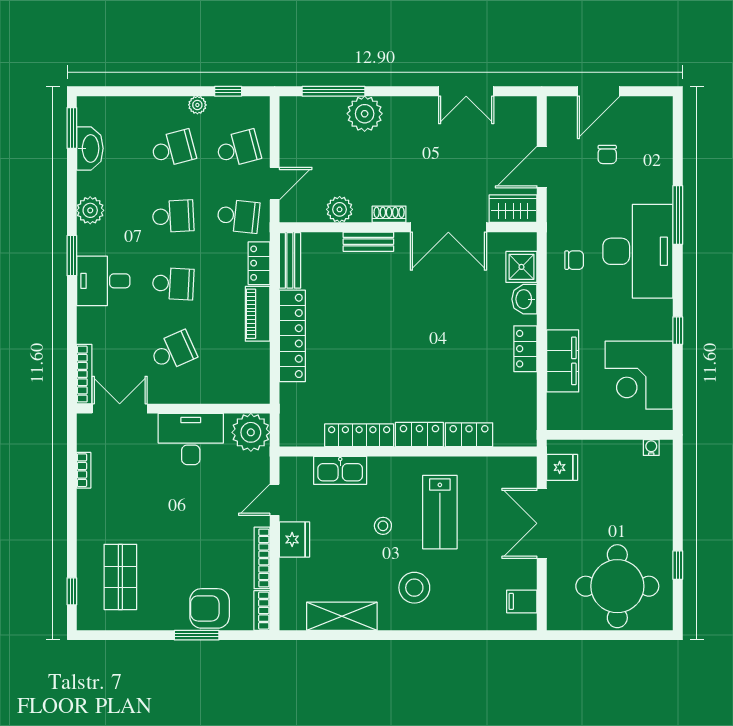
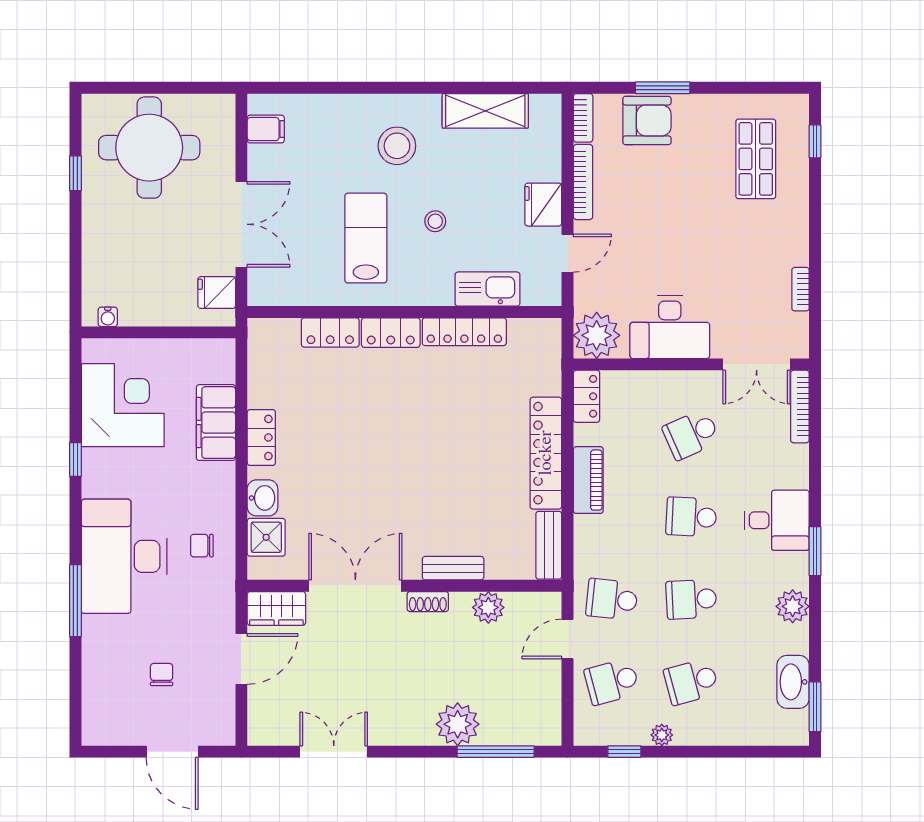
door: (599, 91) -> (172, 752), swing flipped
locker: (259, 263) -> (587, 396), moved

